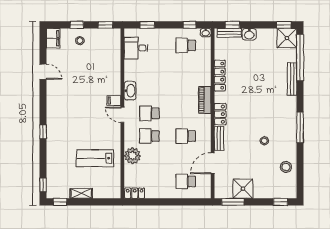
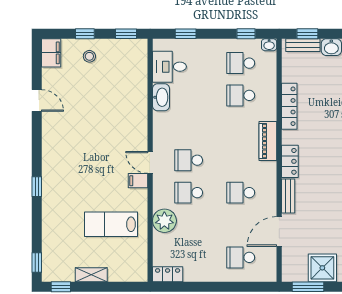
school desk: (186, 68) -> (241, 95), added
washbasin: (130, 91) -> (161, 97), moved
filing cabinet: (114, 100) -> (138, 181), moved

